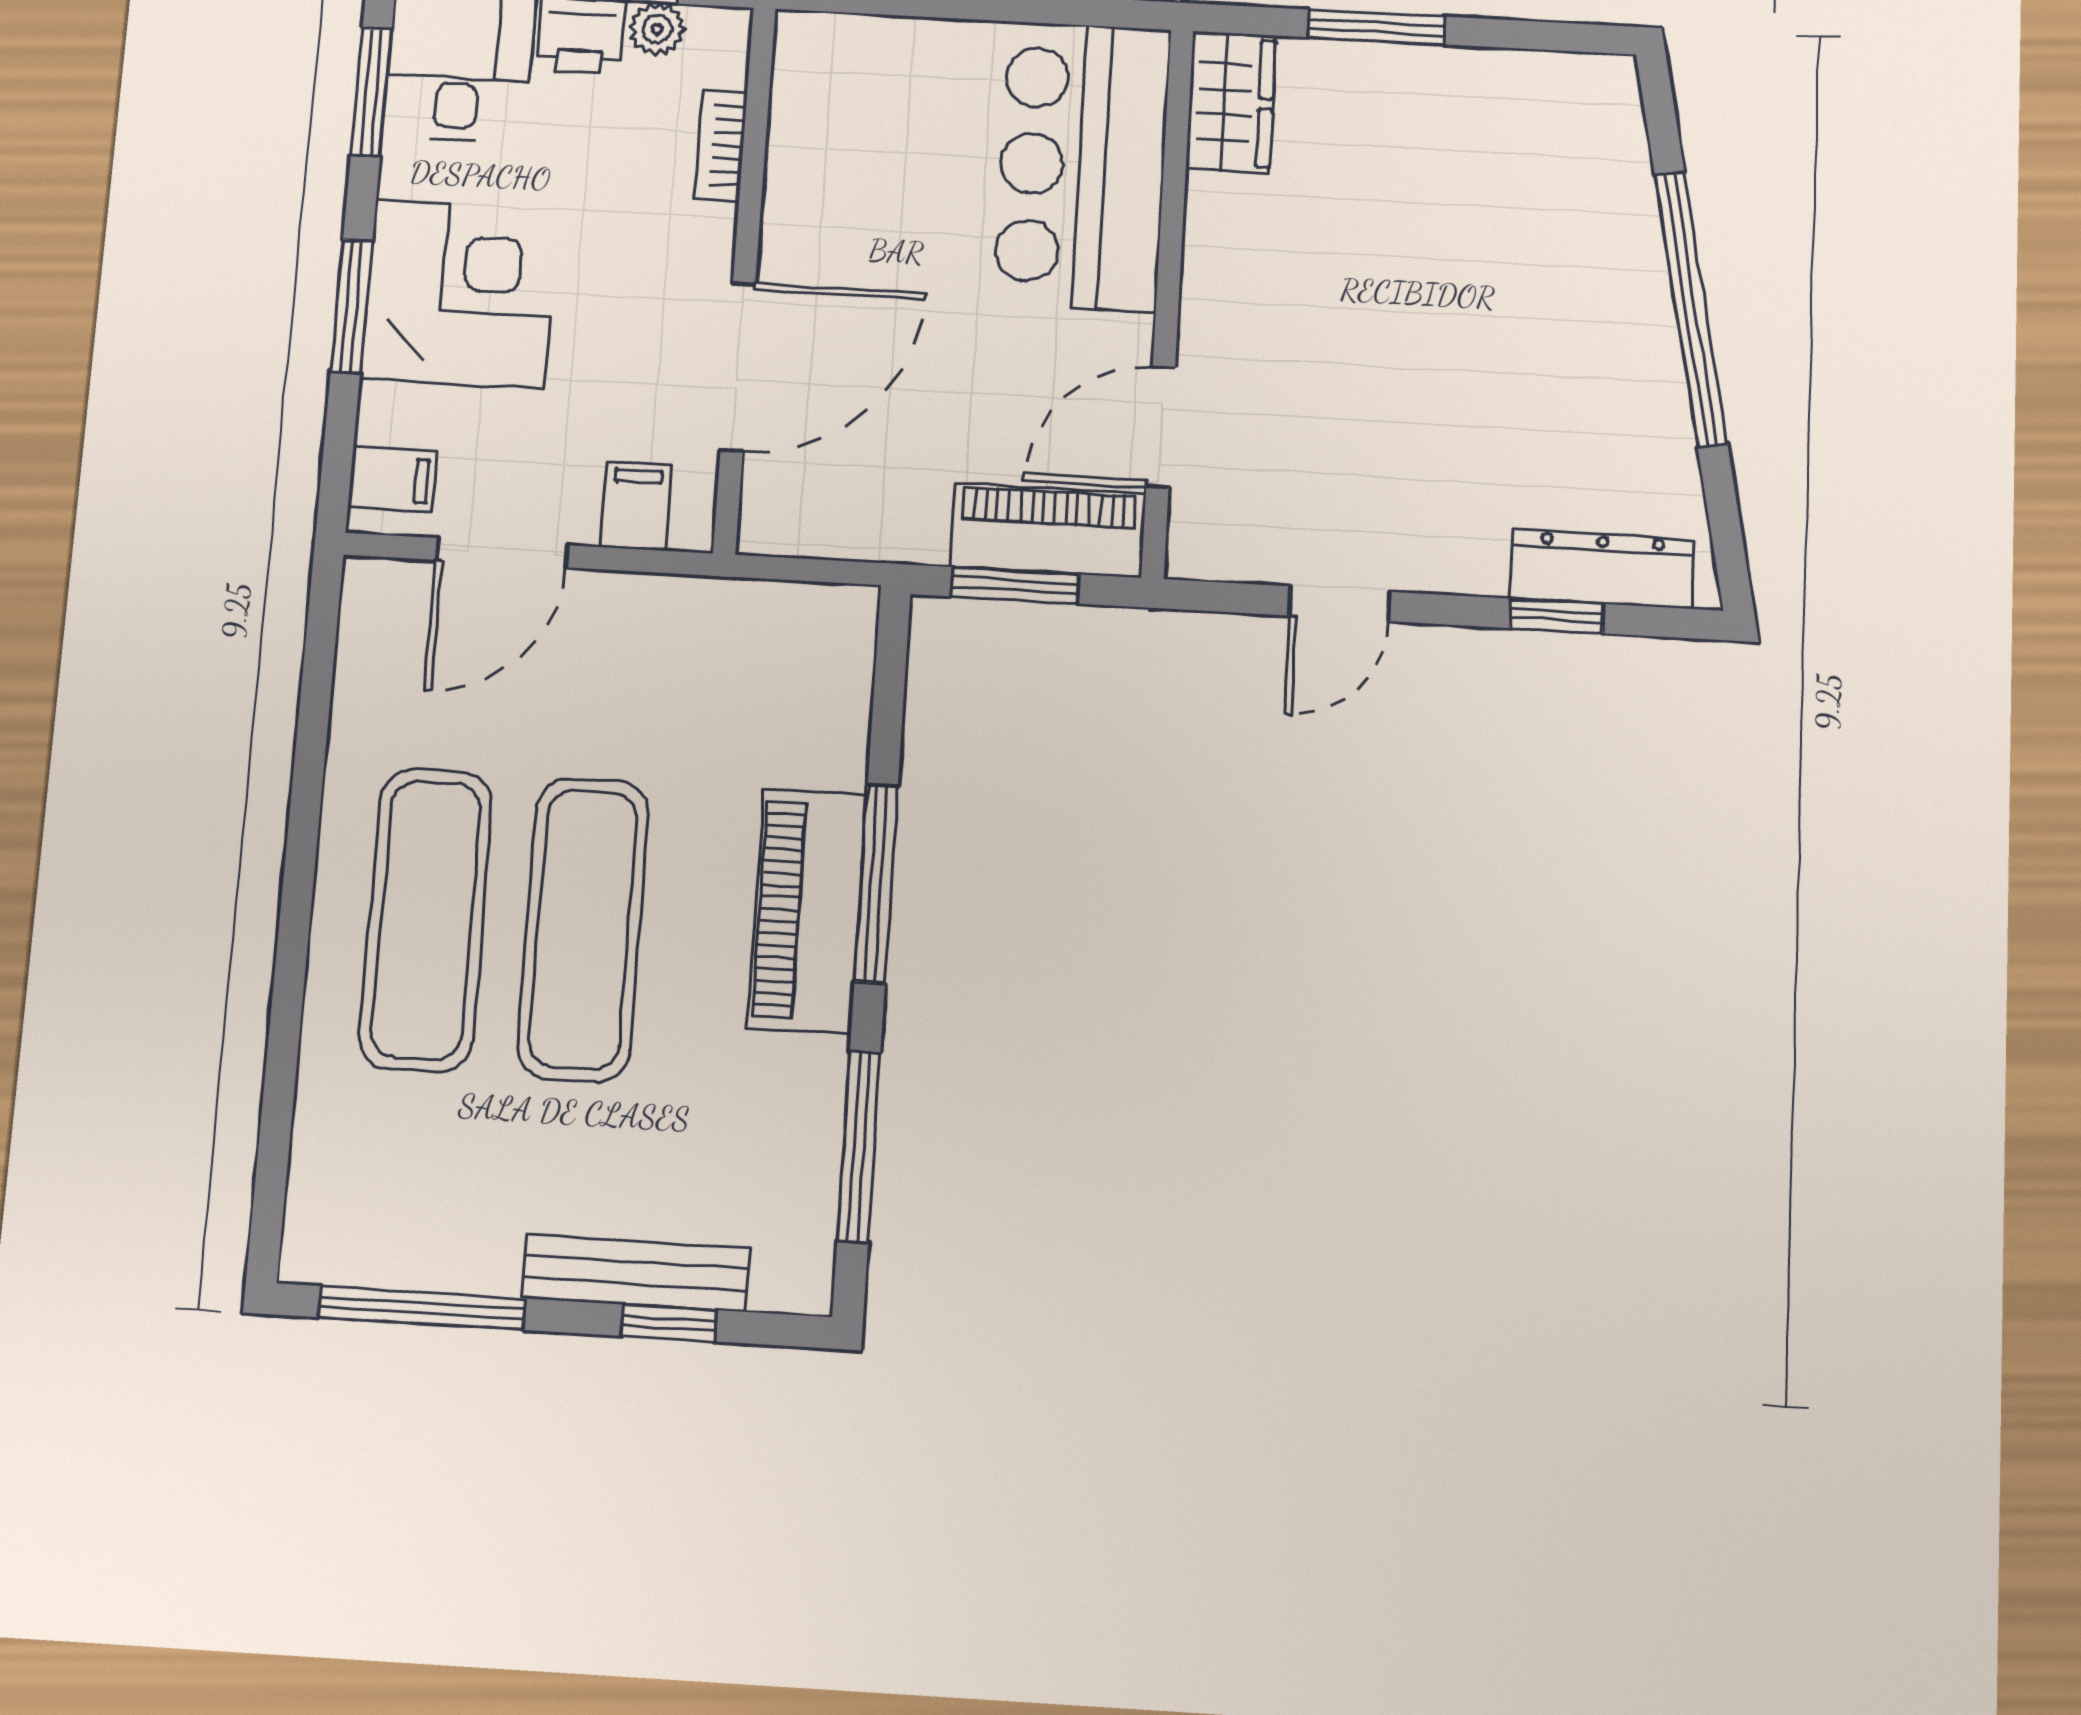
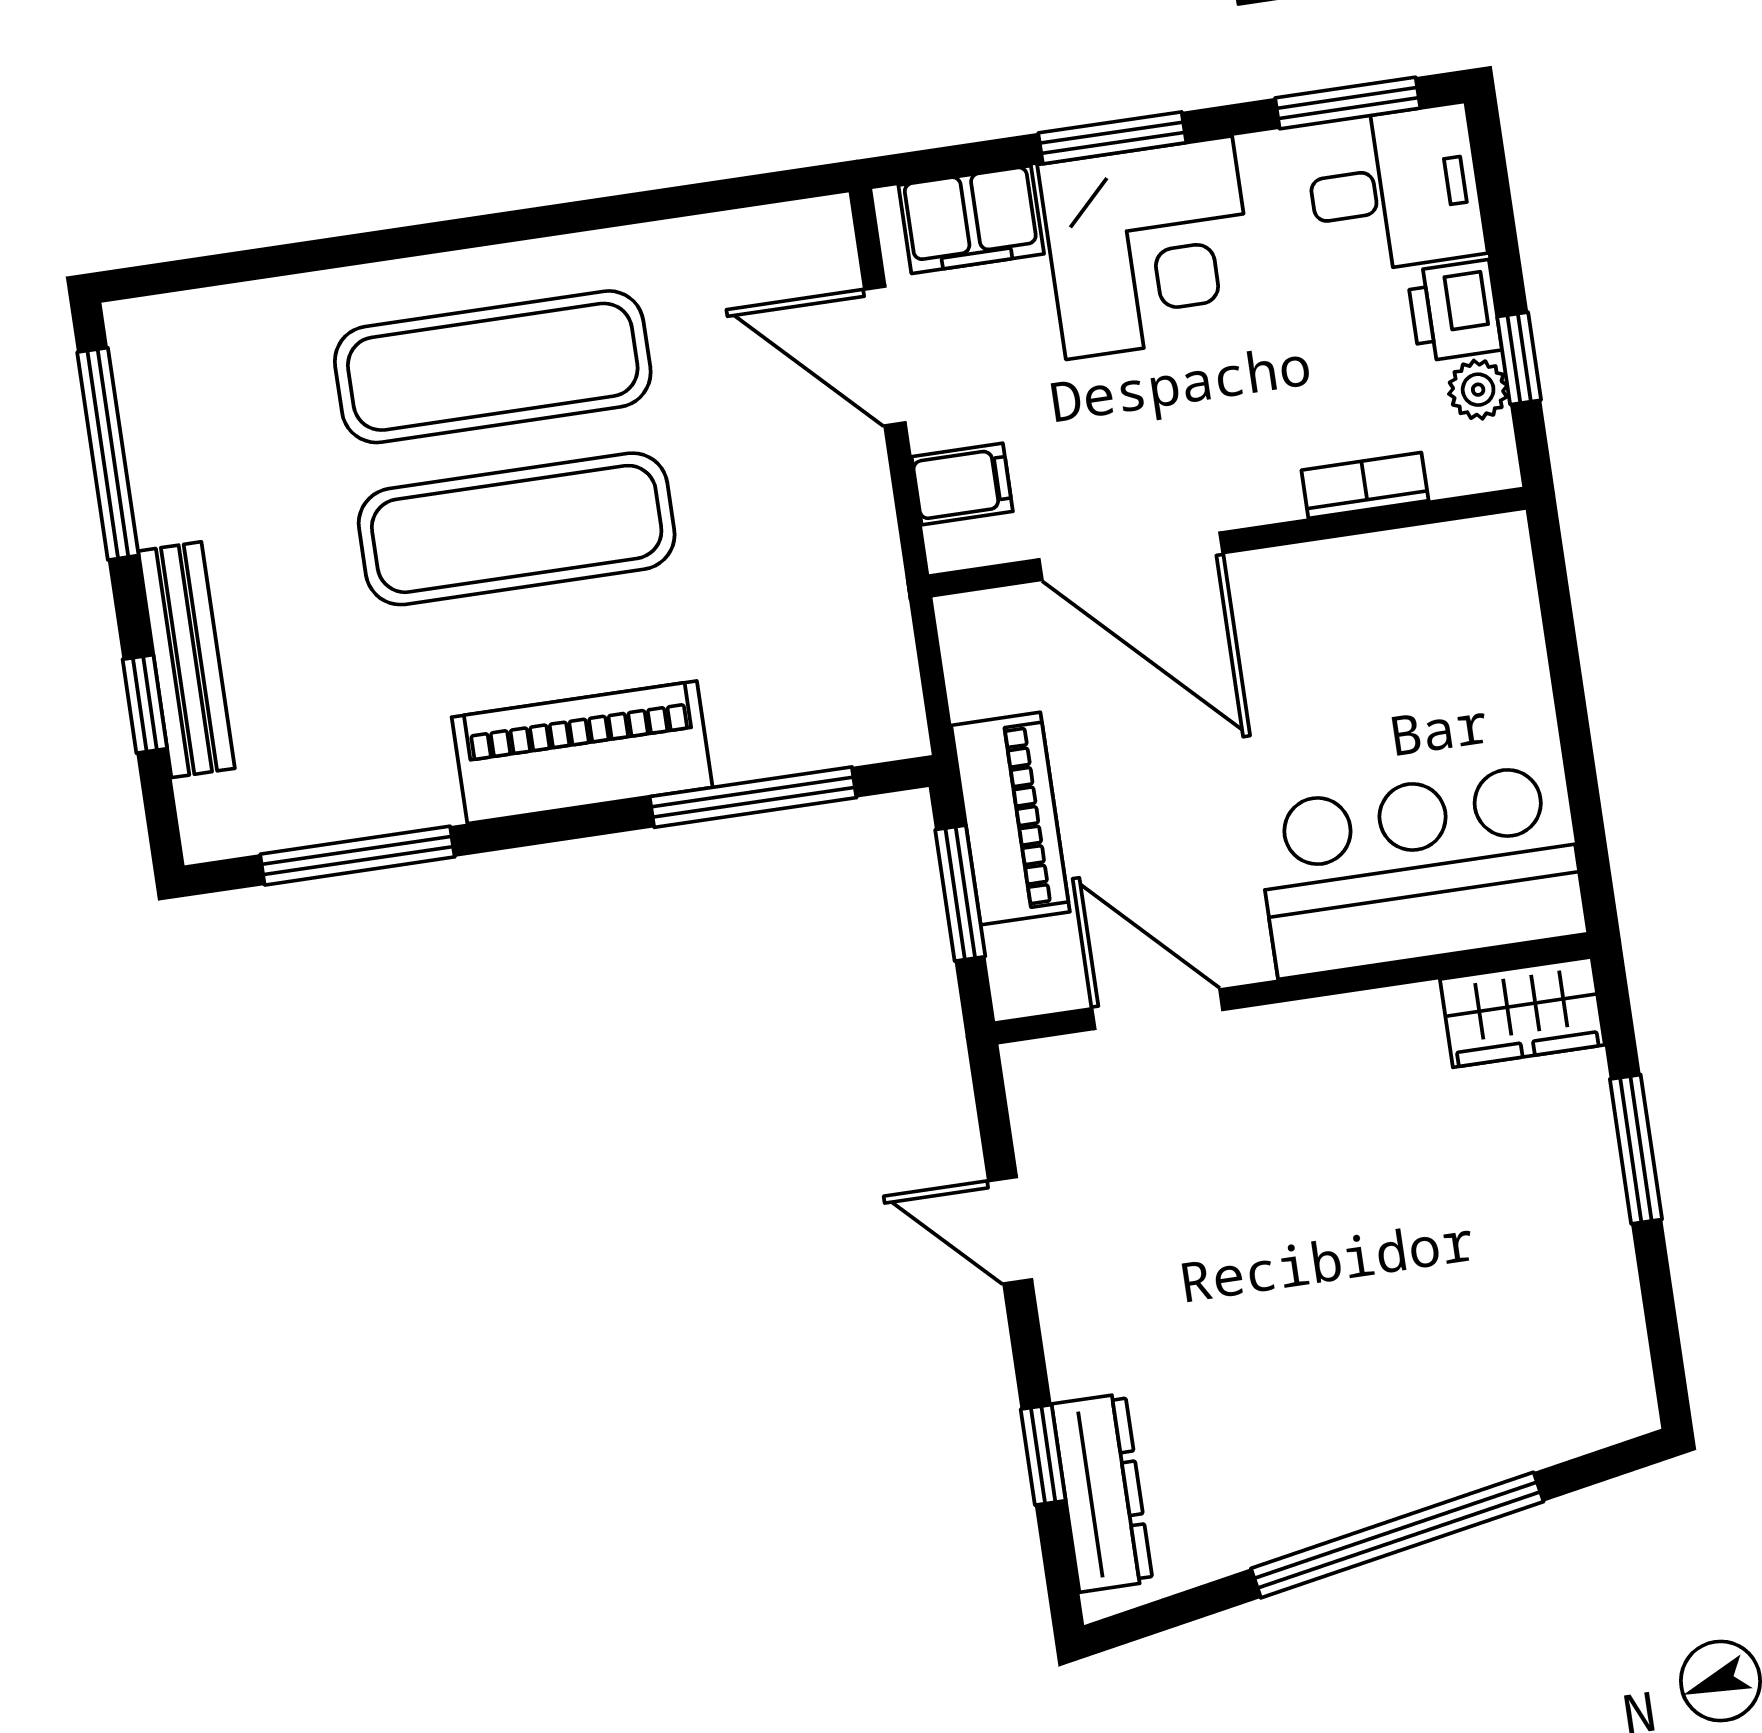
filing cabinet: (392, 479) -> (971, 220), width x2.00
piano: (1048, 530) -> (1011, 819), moved
window: (876, 884) -> (753, 797), moved

